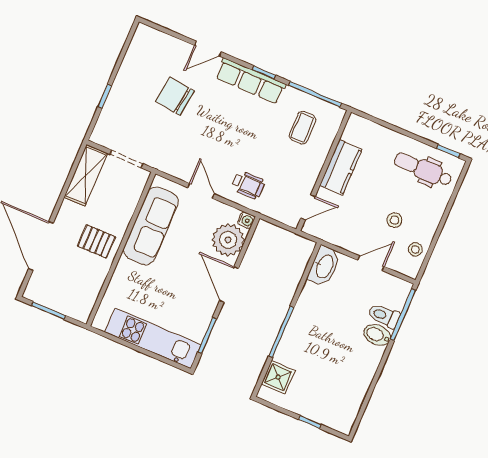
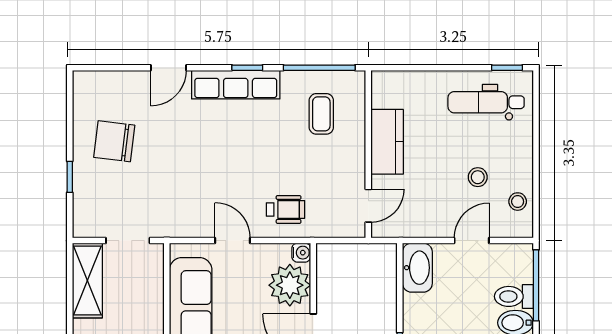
chair: (175, 96) -> (114, 141), moved

